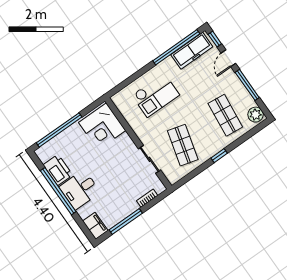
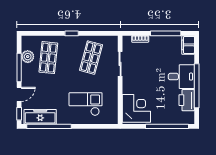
plant: (256, 115) -> (28, 57), moved

